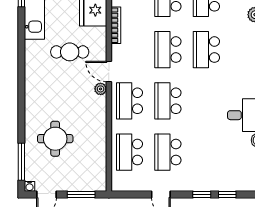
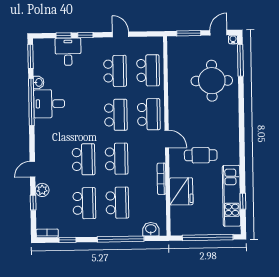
plant: (101, 89) -> (174, 124), removed
round table: (55, 139) -> (212, 81), width x1.36, depth x1.36
desk: (222, 175) -> (68, 52), added

